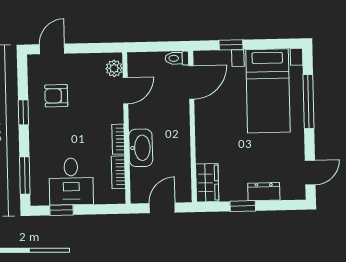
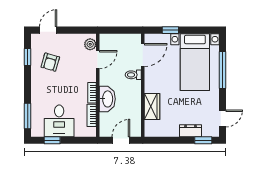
toilet: (177, 58) -> (133, 75), moved
armchair: (56, 96) -> (50, 62), turned -74
window: (23, 112) -> (28, 57), moved
wardrobe: (207, 183) -> (152, 106), moved
window: (243, 206) -> (203, 140), moved

